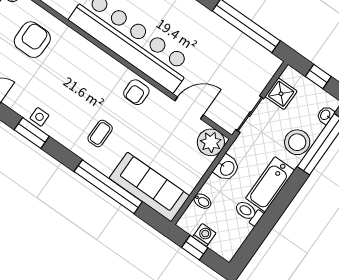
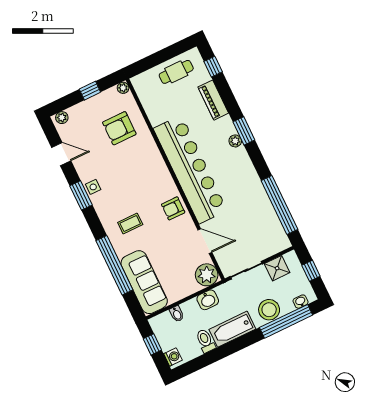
armchair: (32, 40) -> (119, 128), turned 180
washing machine: (204, 235) -> (173, 357), moved

